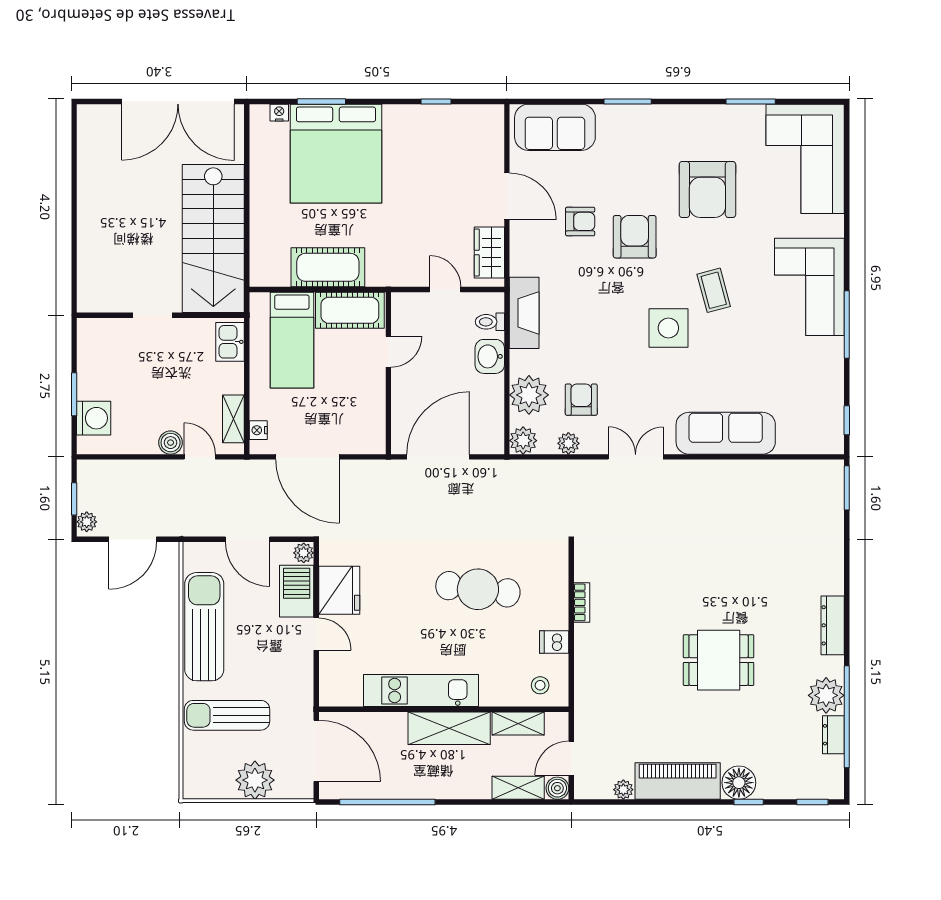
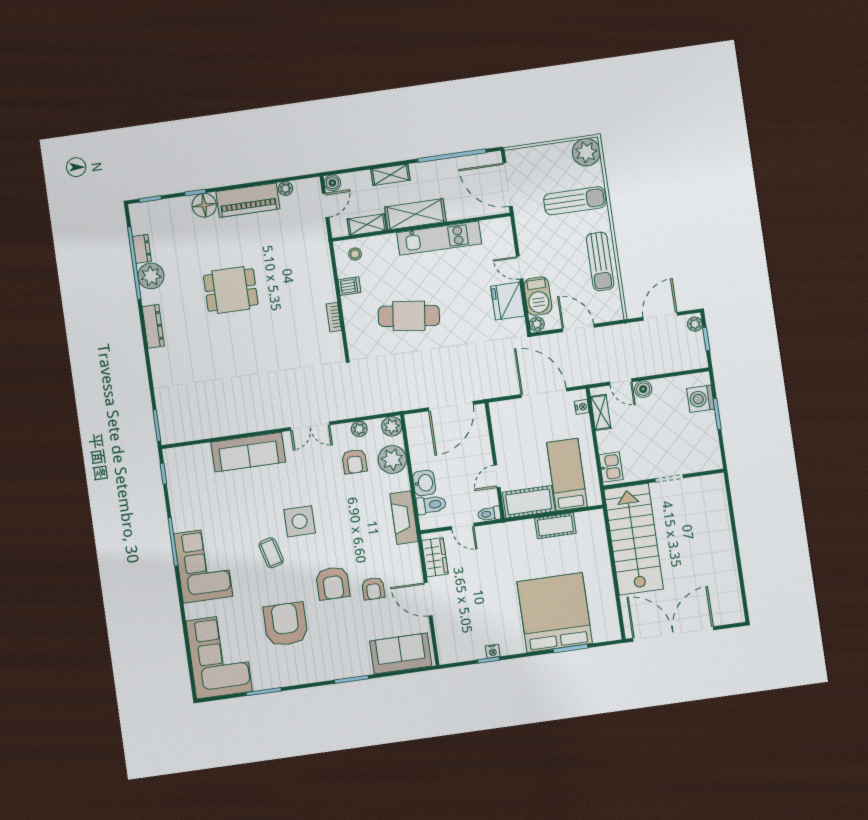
nightstand: (279, 113) -> (493, 651), moved
armchair: (580, 221) -> (373, 589), turned -90
cot: (328, 267) -> (555, 526), width x0.73, depth x0.75
toilet: (406, 301) -> (489, 514), added
toilet: (490, 322) -> (431, 505), width x1.37, depth x1.39
sun lounger: (204, 627) -> (600, 261), width x0.73, depth x0.75
plant: (255, 780) -> (586, 152), moved
shelving: (518, 788) -> (390, 175), moved

